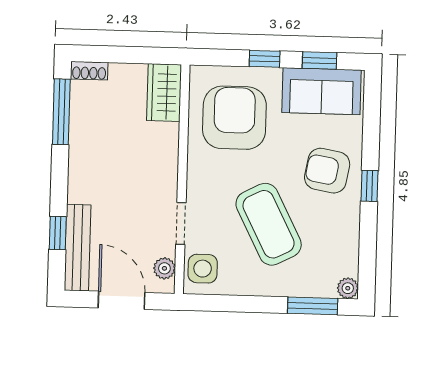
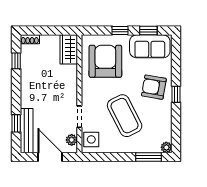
window: (61, 112) -> (16, 61), width x0.46

